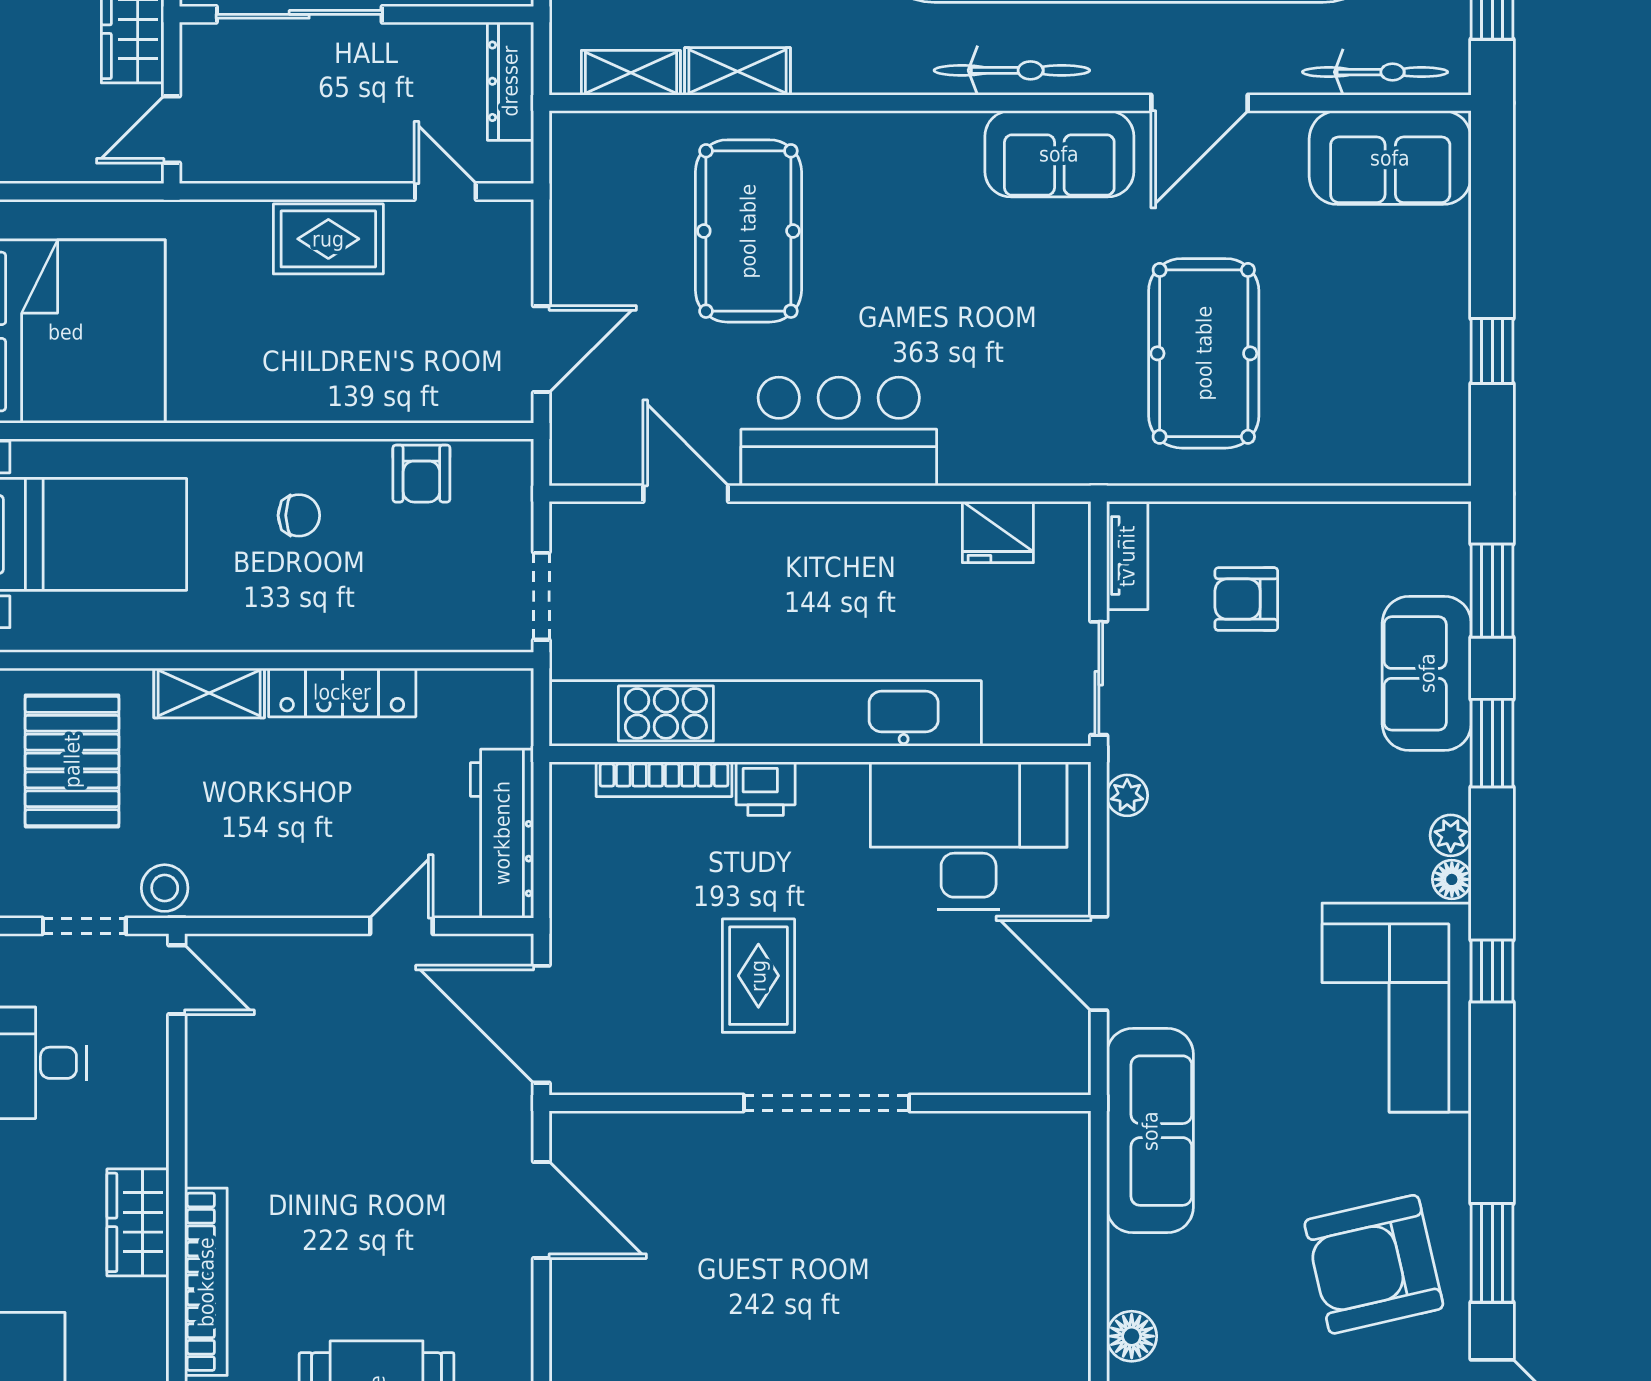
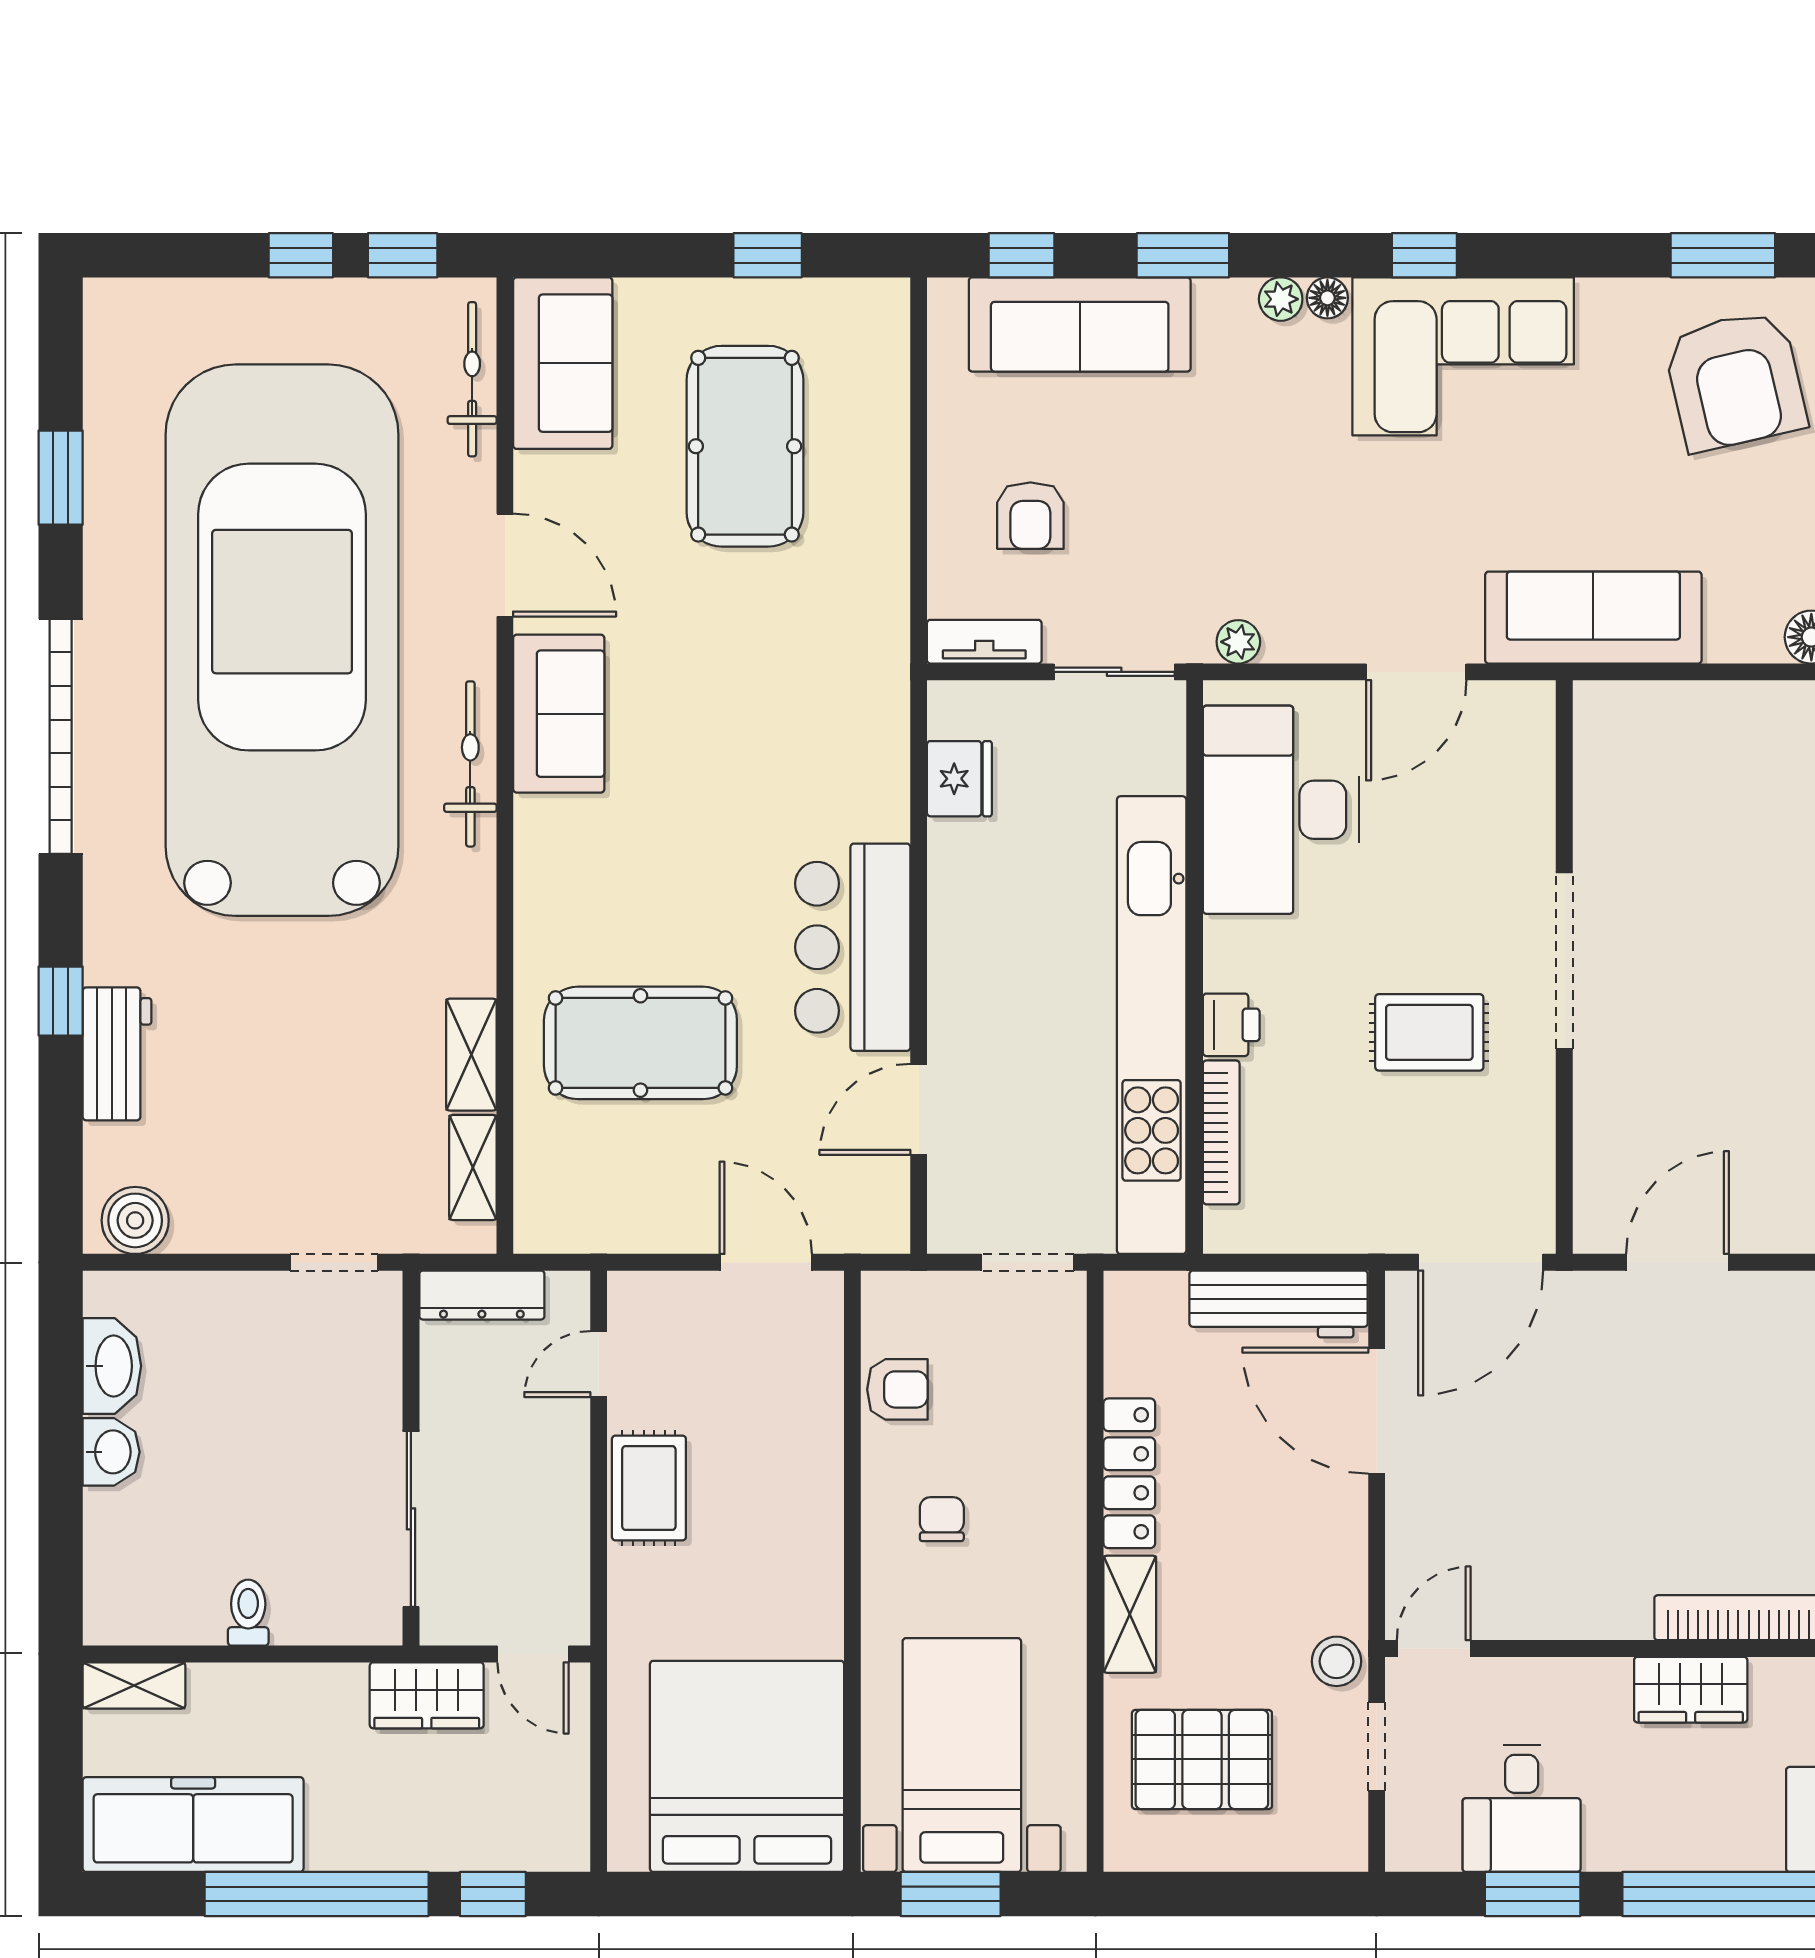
pool table: (1204, 353) -> (745, 446), moved, turned 90
window: (1492, 591) -> (1021, 255), width x0.67
sofa: (1427, 673) -> (1080, 324), width x1.36
door: (401, 926) -> (1377, 1411), width x1.87

